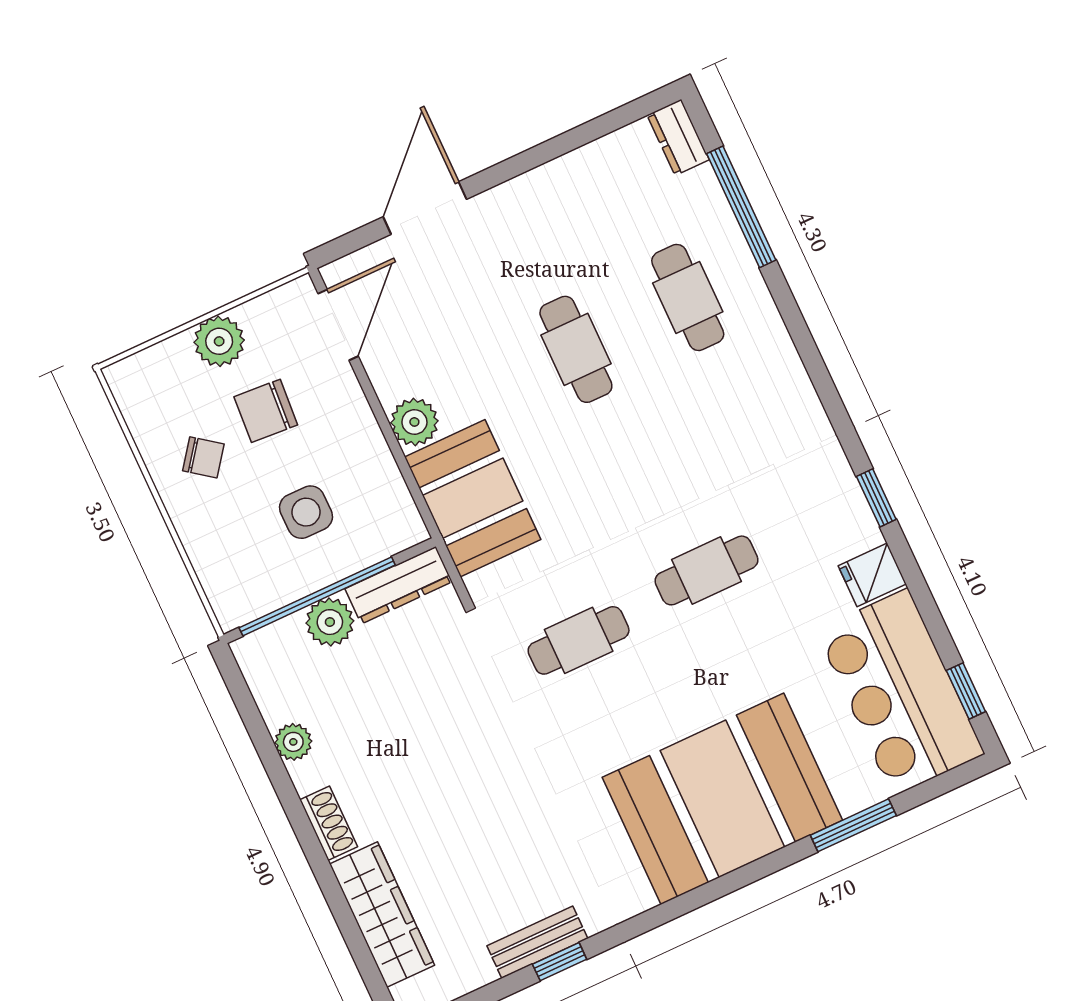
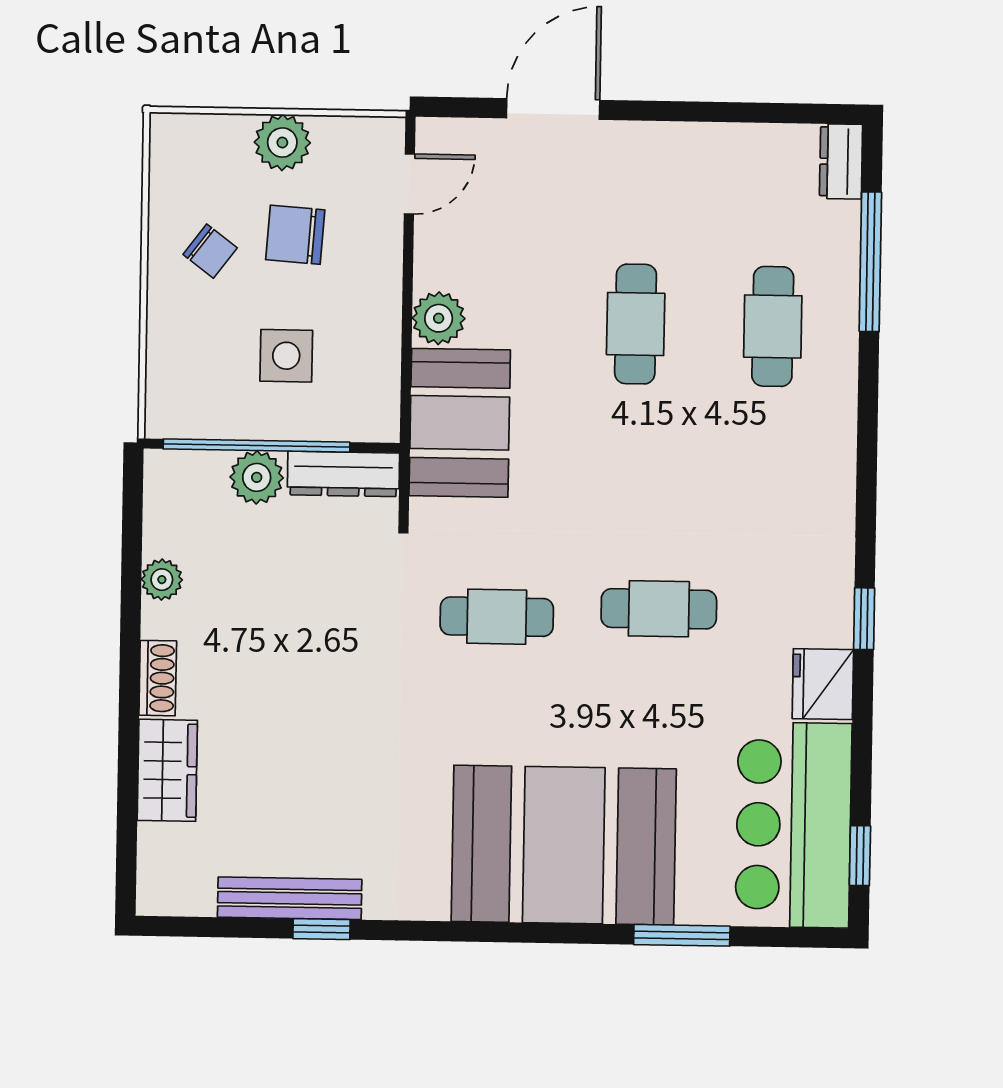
door: (338, 325) -> (409, 184), width x0.73
fridge: (872, 575) -> (823, 684), width x1.38
wardrobe: (382, 915) -> (167, 770), width x0.67
bench: (537, 942) -> (290, 898), width x1.36

